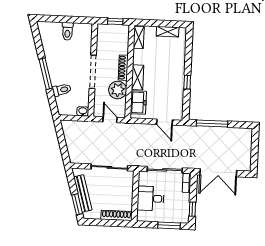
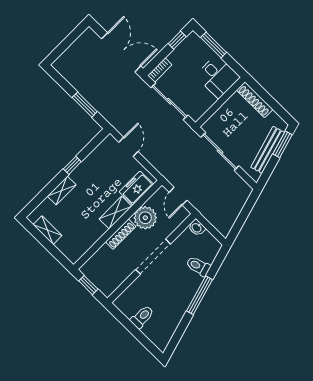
shelving: (139, 37) -> (62, 191), moved
window: (212, 124) -> (85, 105), width x0.69
desk: (151, 198) -> (218, 76), moved

